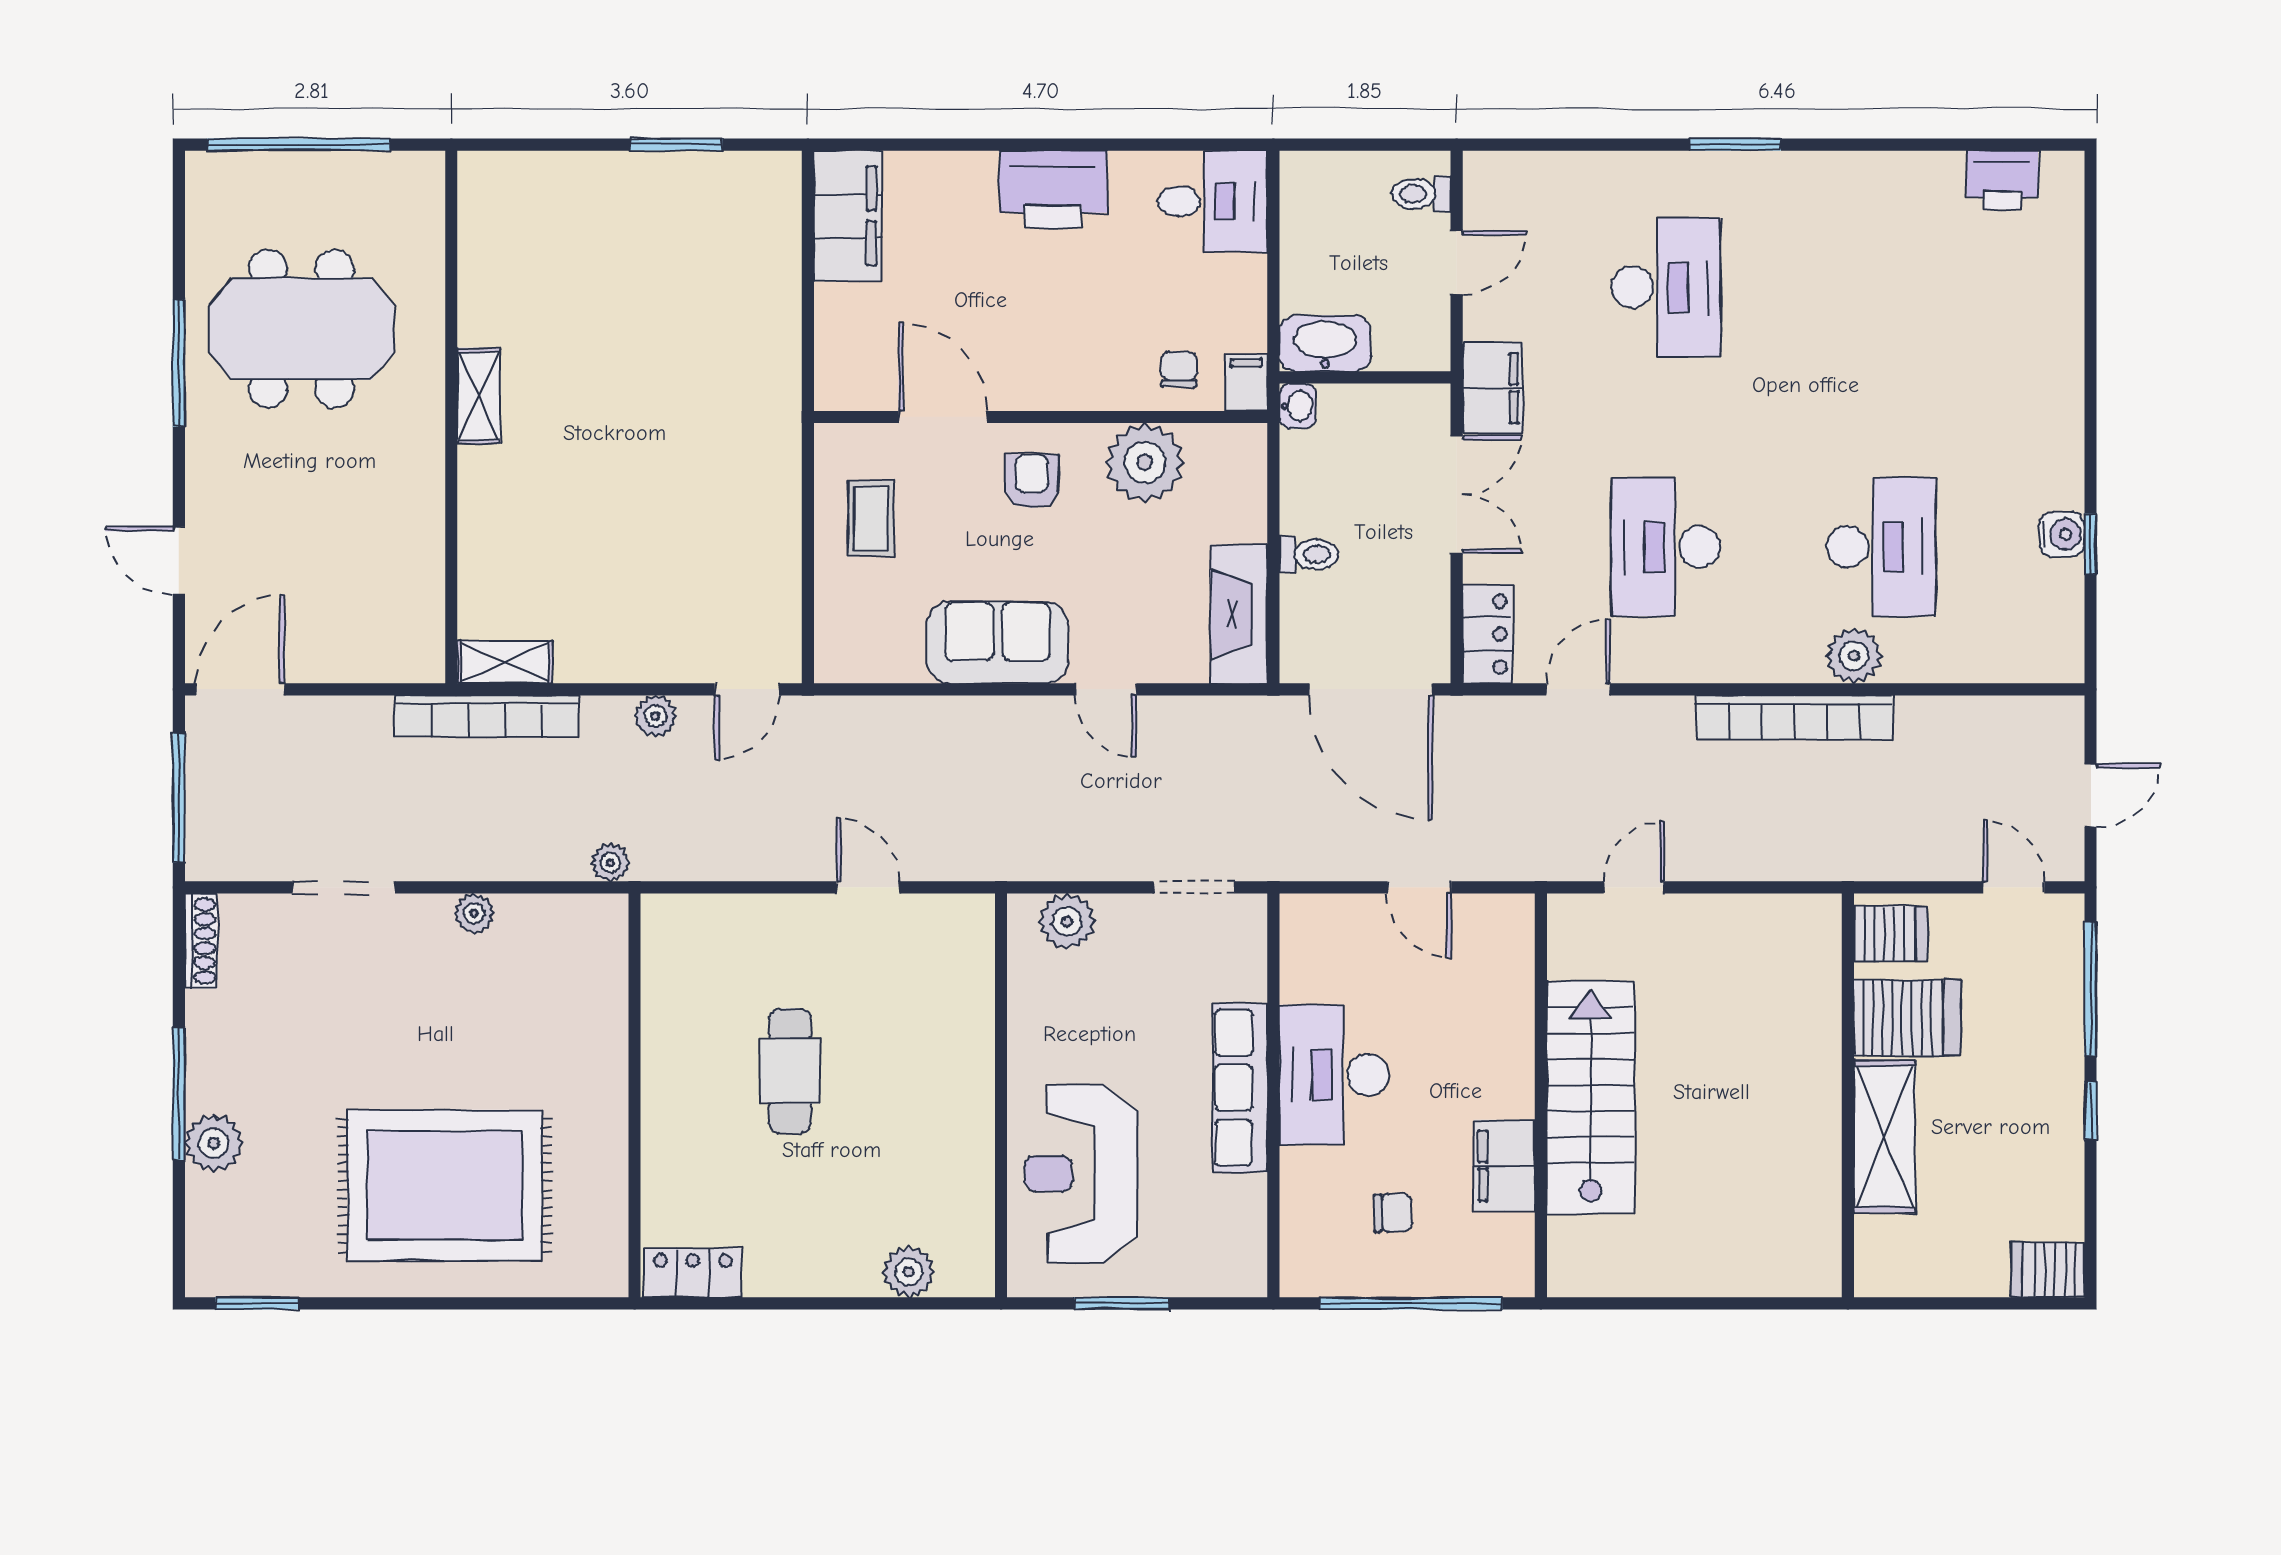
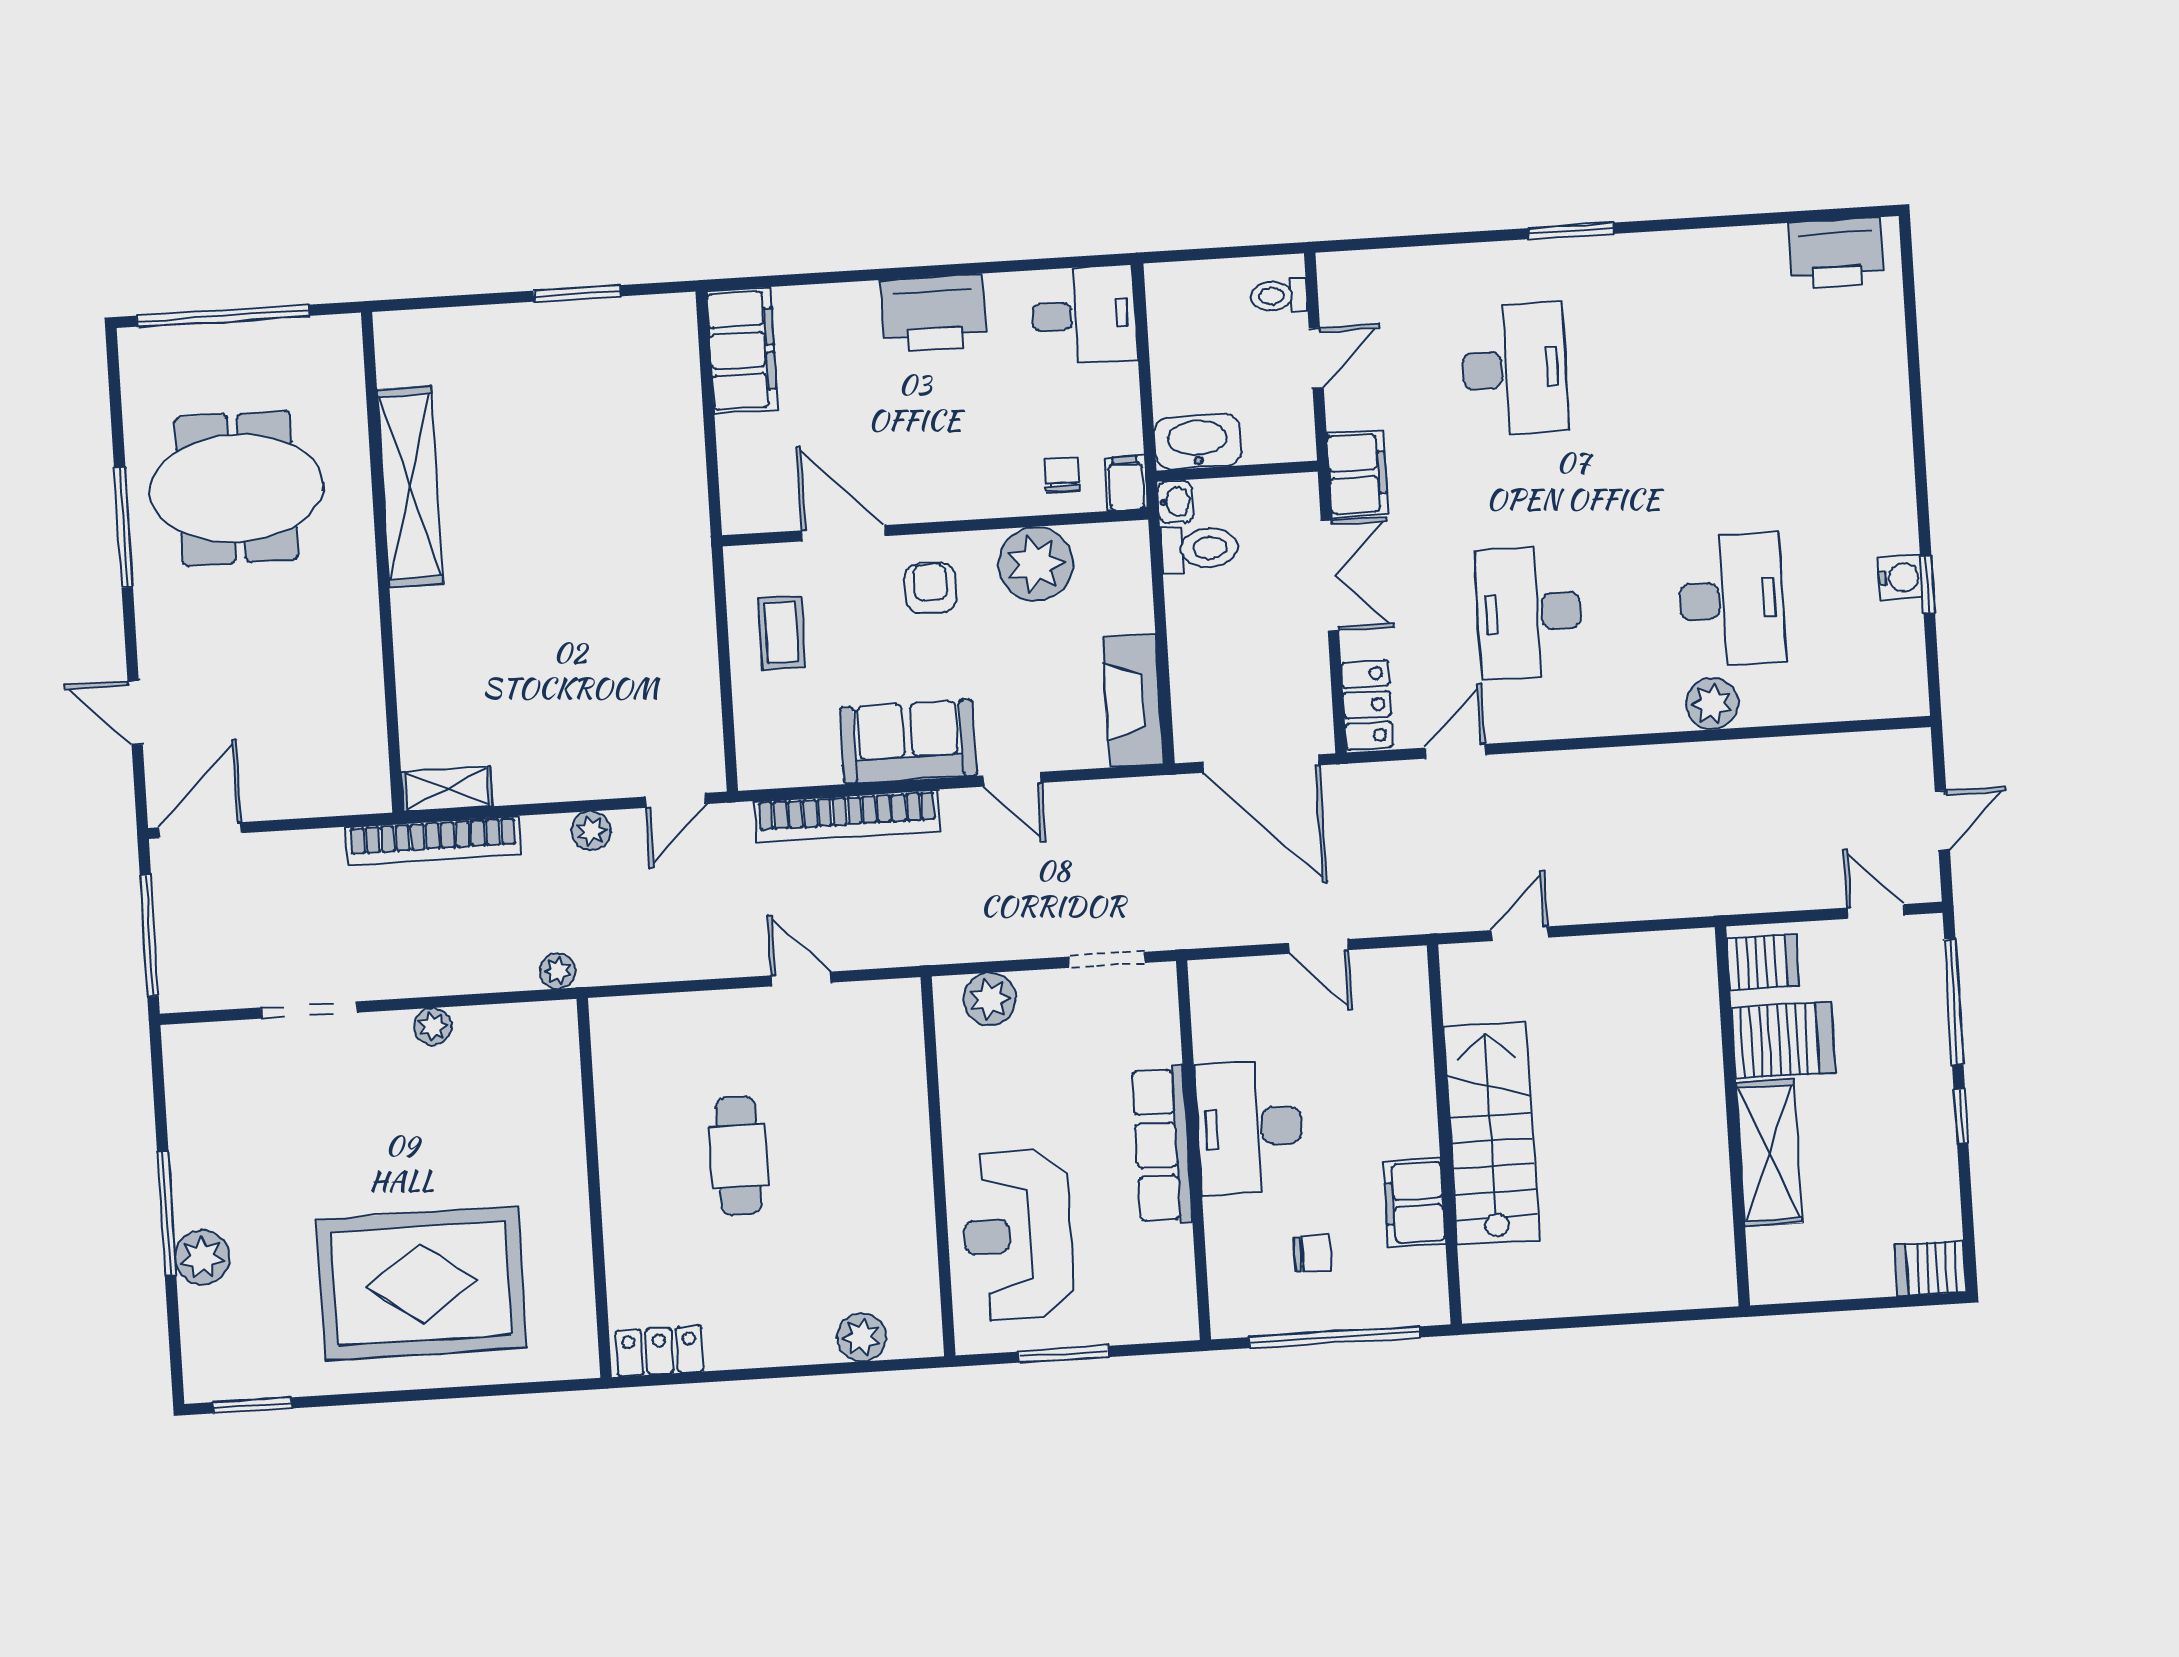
printer: (2002, 180) -> (1836, 253), width x1.37, depth x1.19
shelving: (479, 396) -> (410, 486), width x2.20, depth x1.33
toilet: (1309, 554) -> (1199, 549), moved, width x1.37, depth x1.39
bookcase: (1794, 718) -> (847, 816), moved
shoe rack: (201, 941) -> (178, 1069), removed

